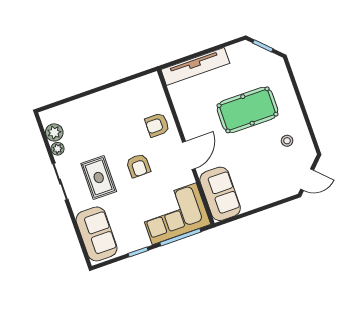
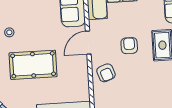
armchair: (157, 125) -> (106, 73), turned 70

